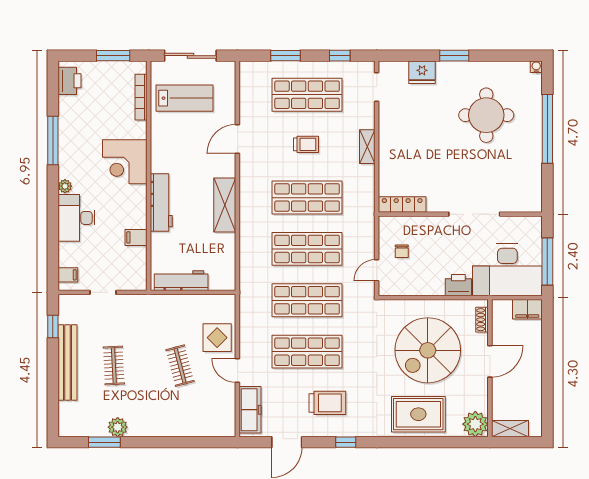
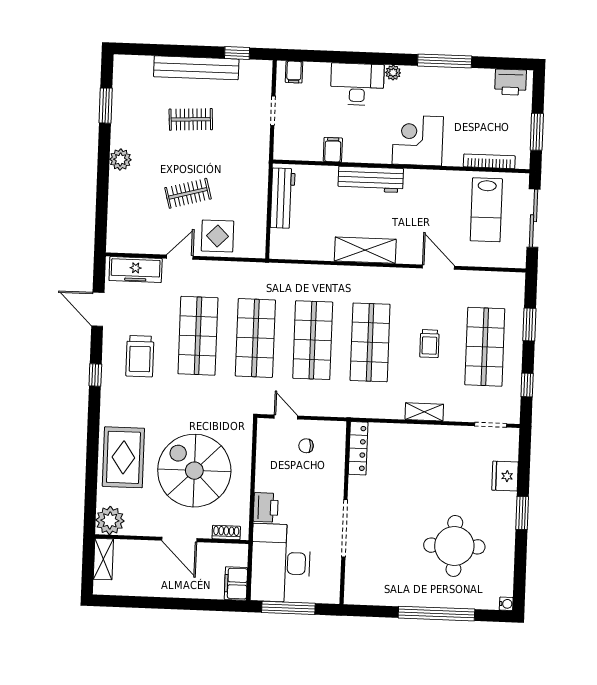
plant: (118, 427) -> (120, 159), moved

